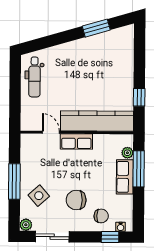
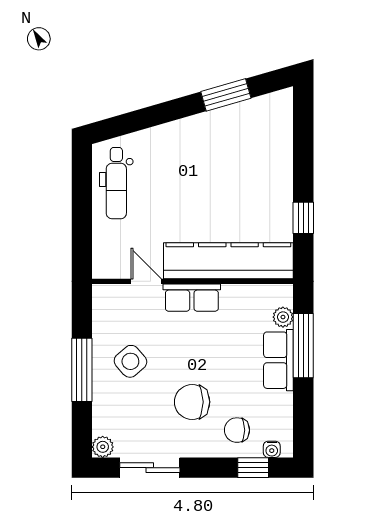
side table: (39, 196) -> (130, 361), moved
chair: (101, 216) -> (237, 430), turned 180

